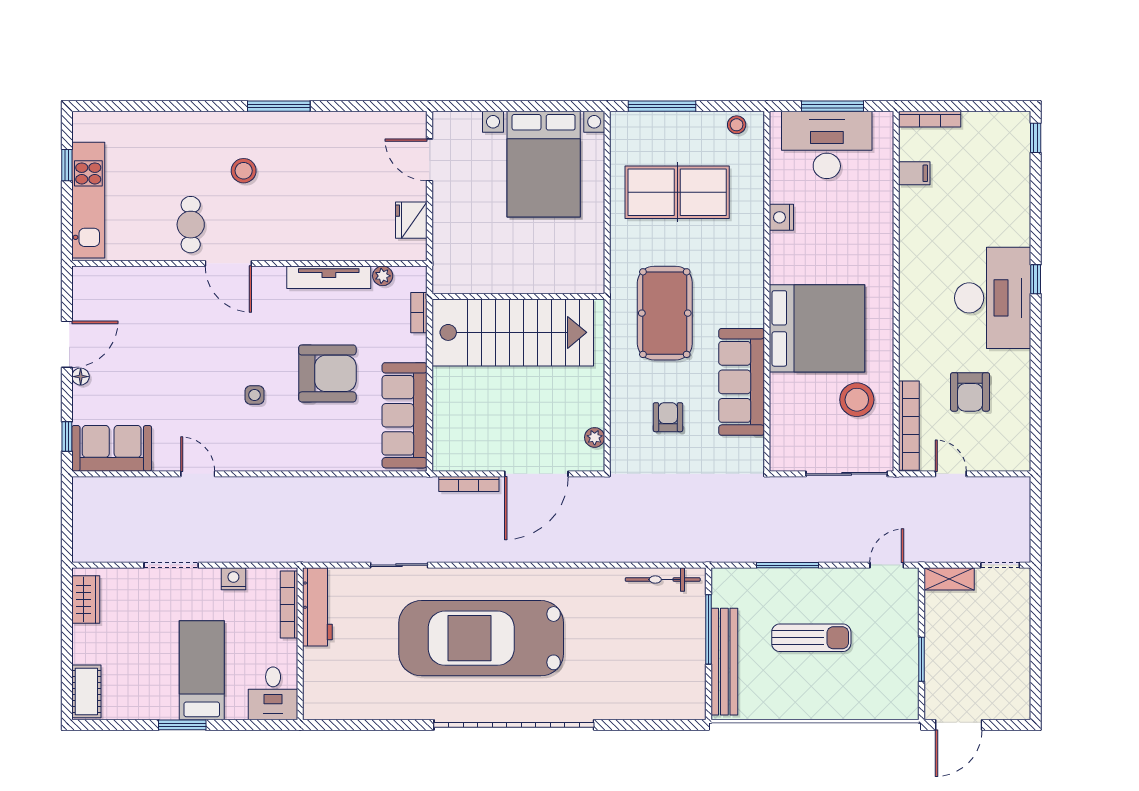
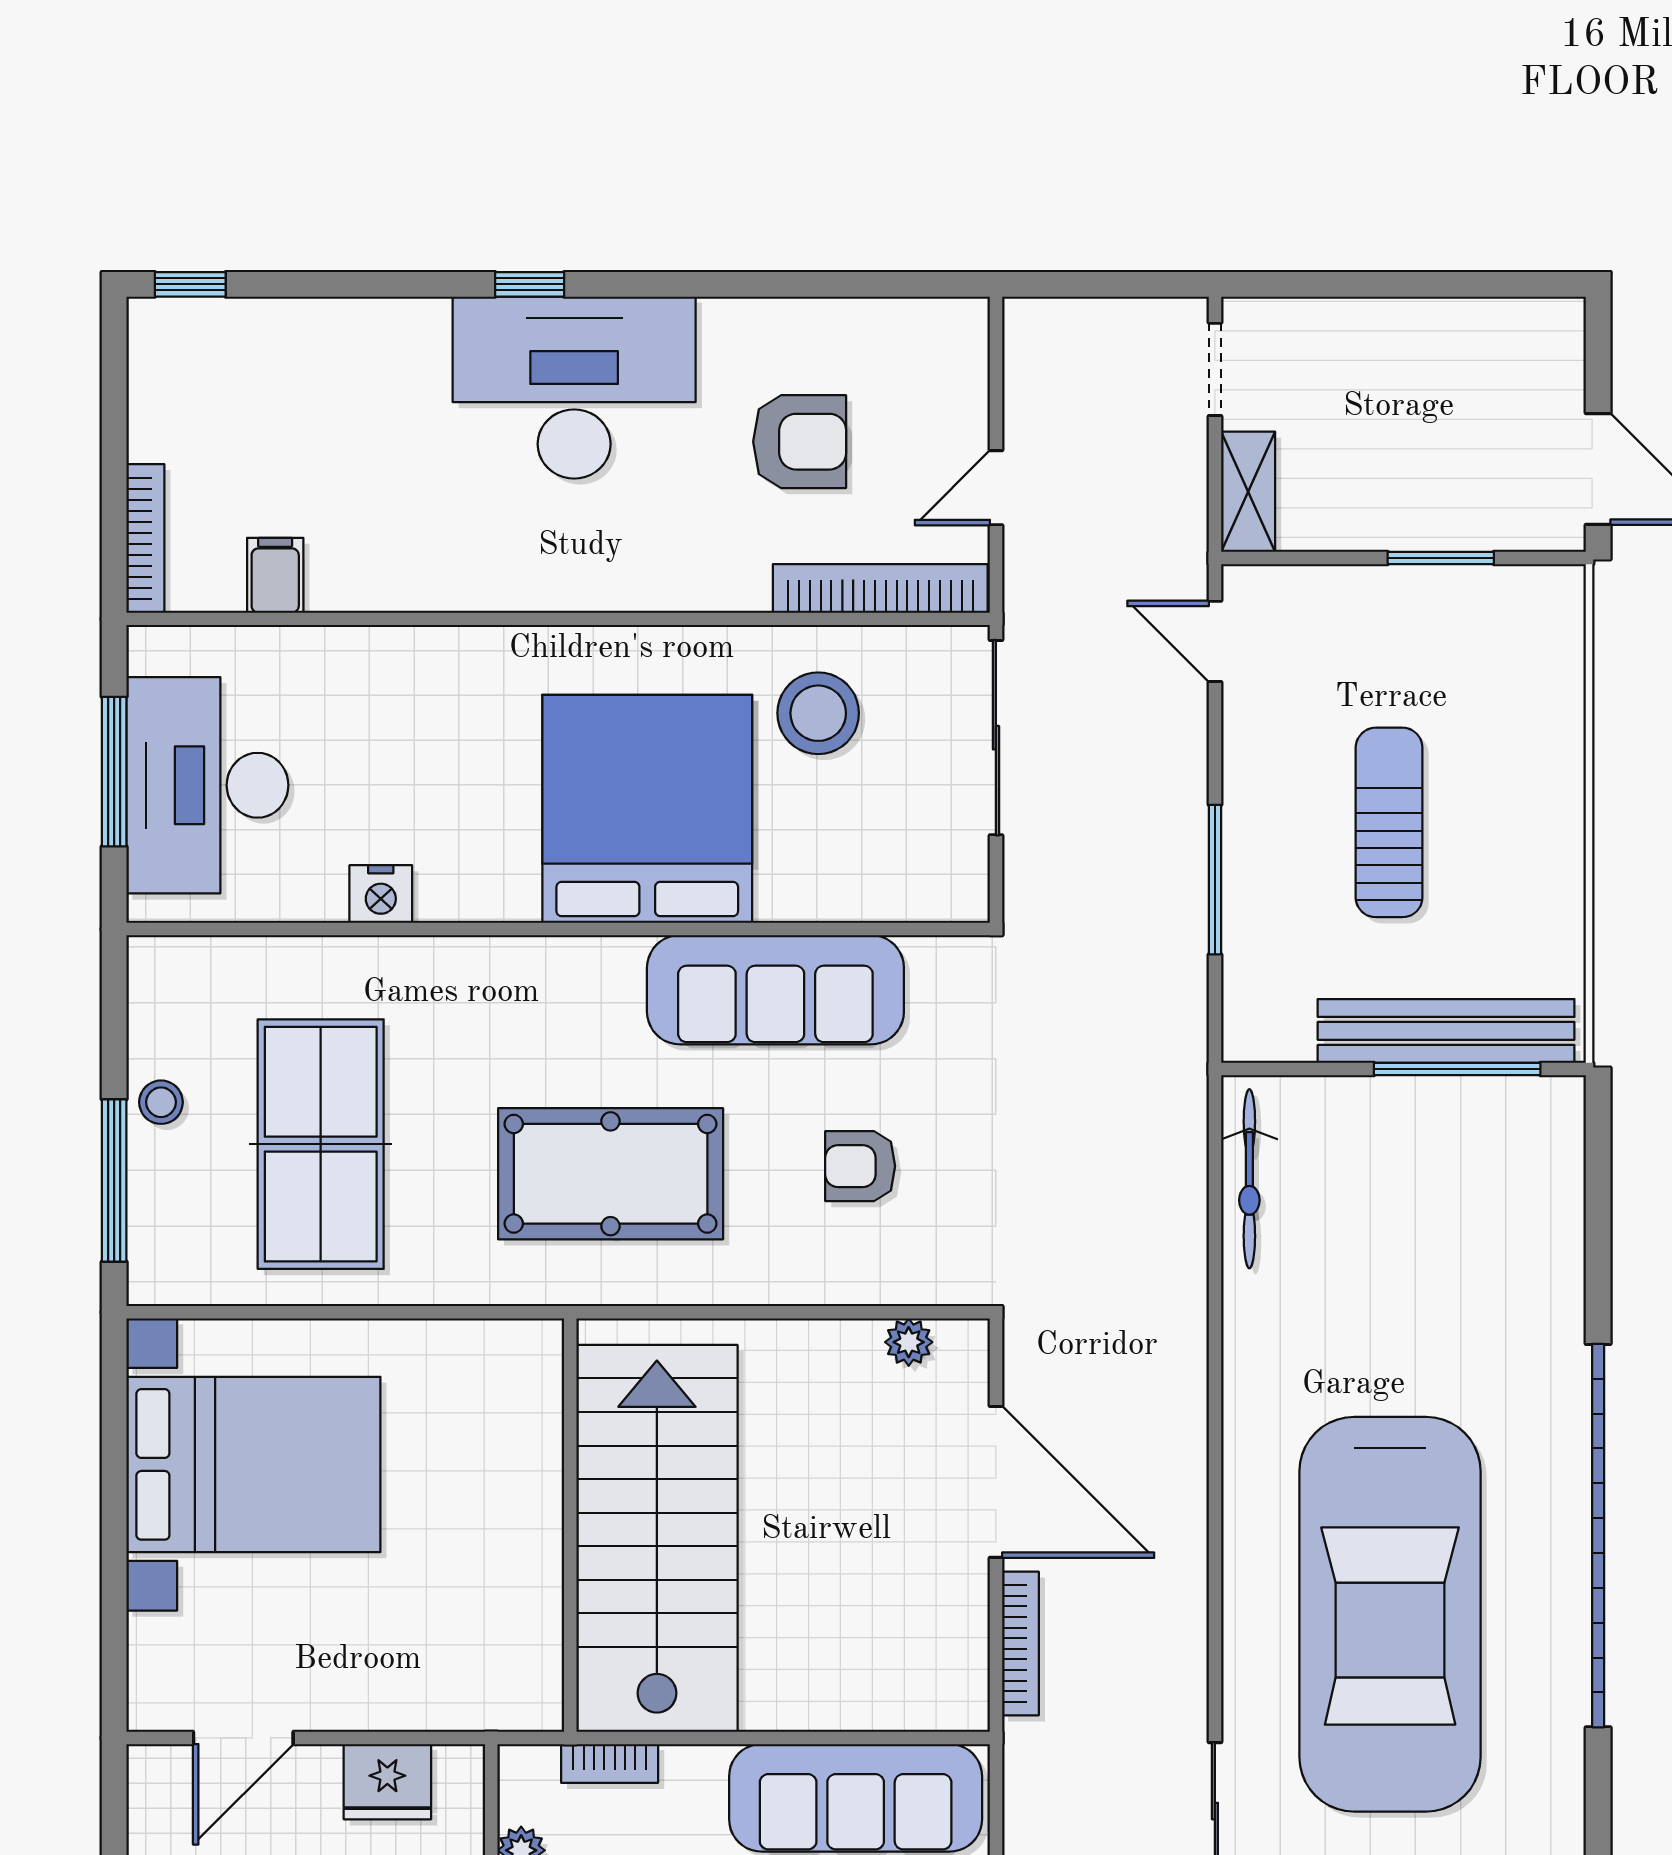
stool: (737, 125) -> (161, 1102), moved
window: (708, 629) -> (1457, 1069), moved

